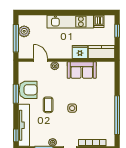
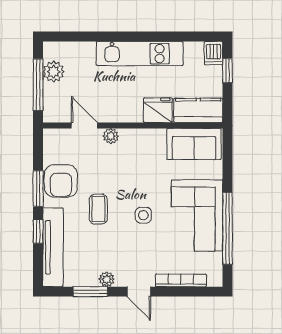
dishwasher: (99, 21) -> (213, 53), moved
sofa: (82, 70) -> (194, 144), moved
armchair: (28, 90) -> (61, 181), turned 90
corner sofa: (101, 108) -> (197, 215), added
window: (16, 135) -> (38, 231), moved

